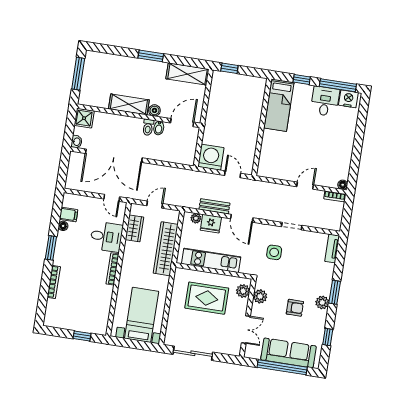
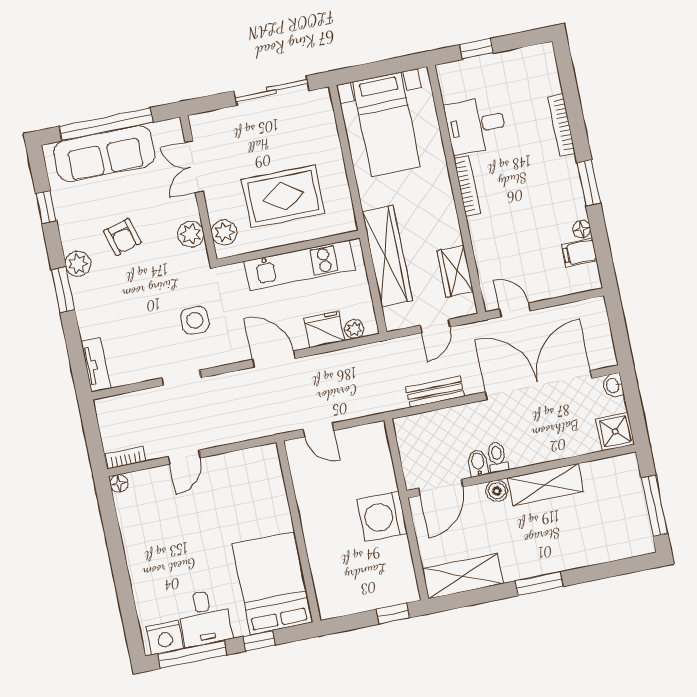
bed: (279, 105) -> (272, 583), width x1.50
washing machine: (211, 157) -> (382, 517), moved, turned 90
bench: (214, 206) -> (435, 392), moved
desk: (106, 237) -> (476, 125), moved
armchair: (295, 308) -> (122, 237), turned -106

